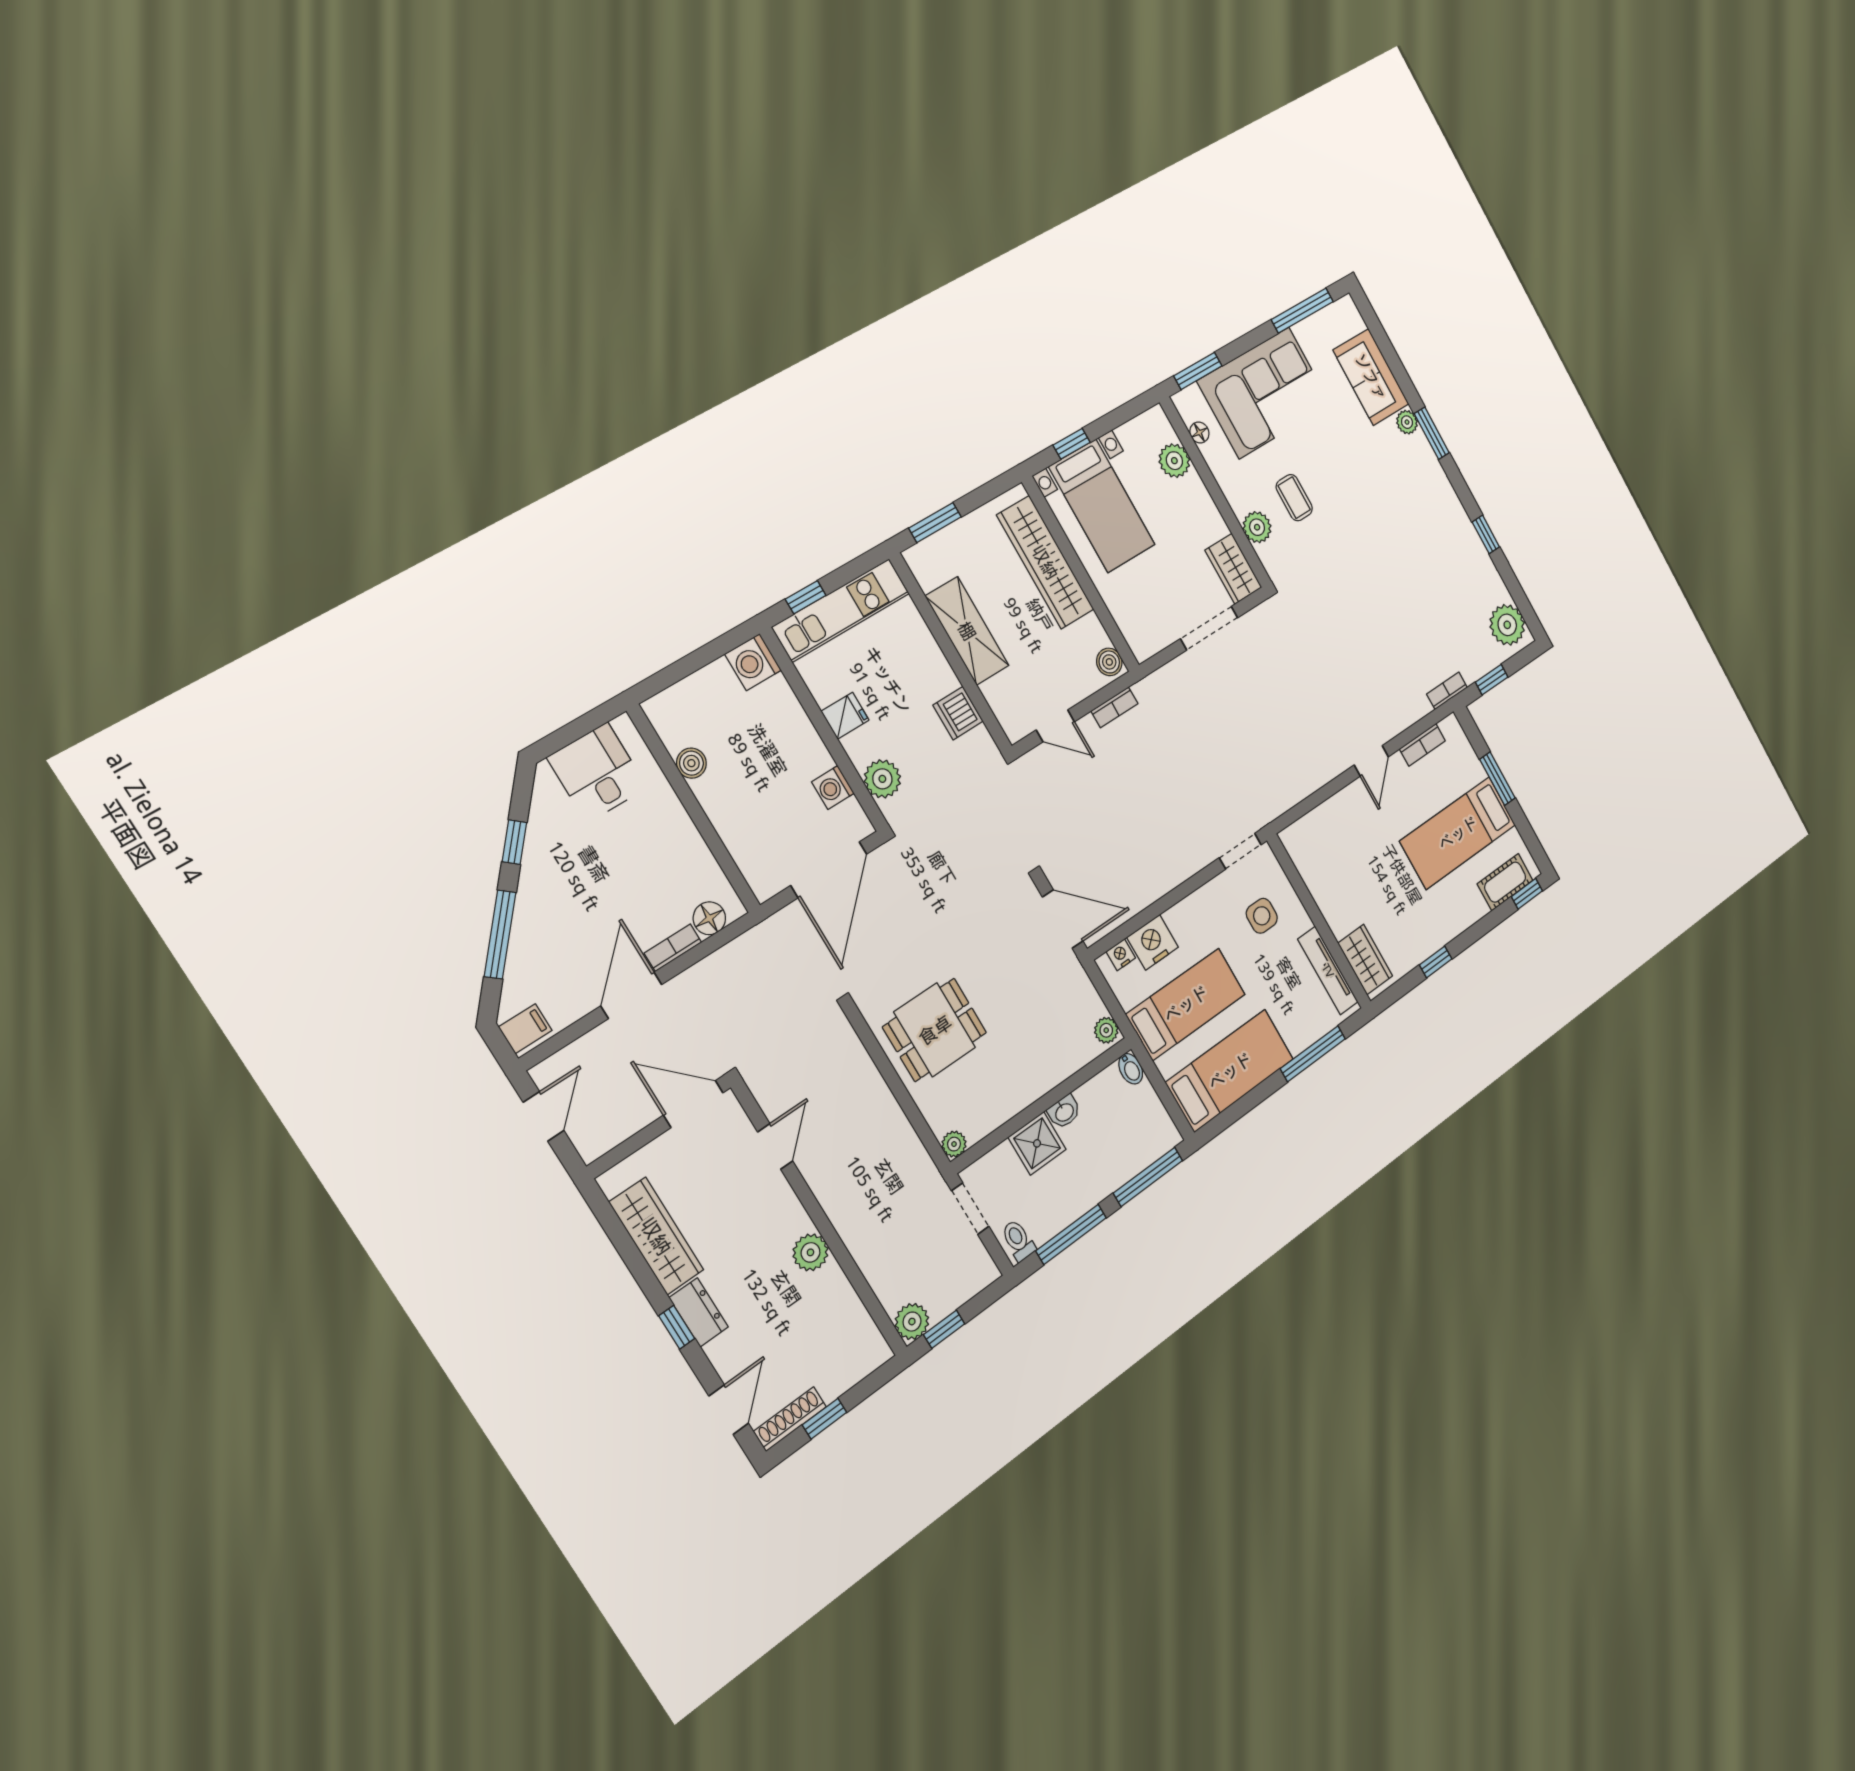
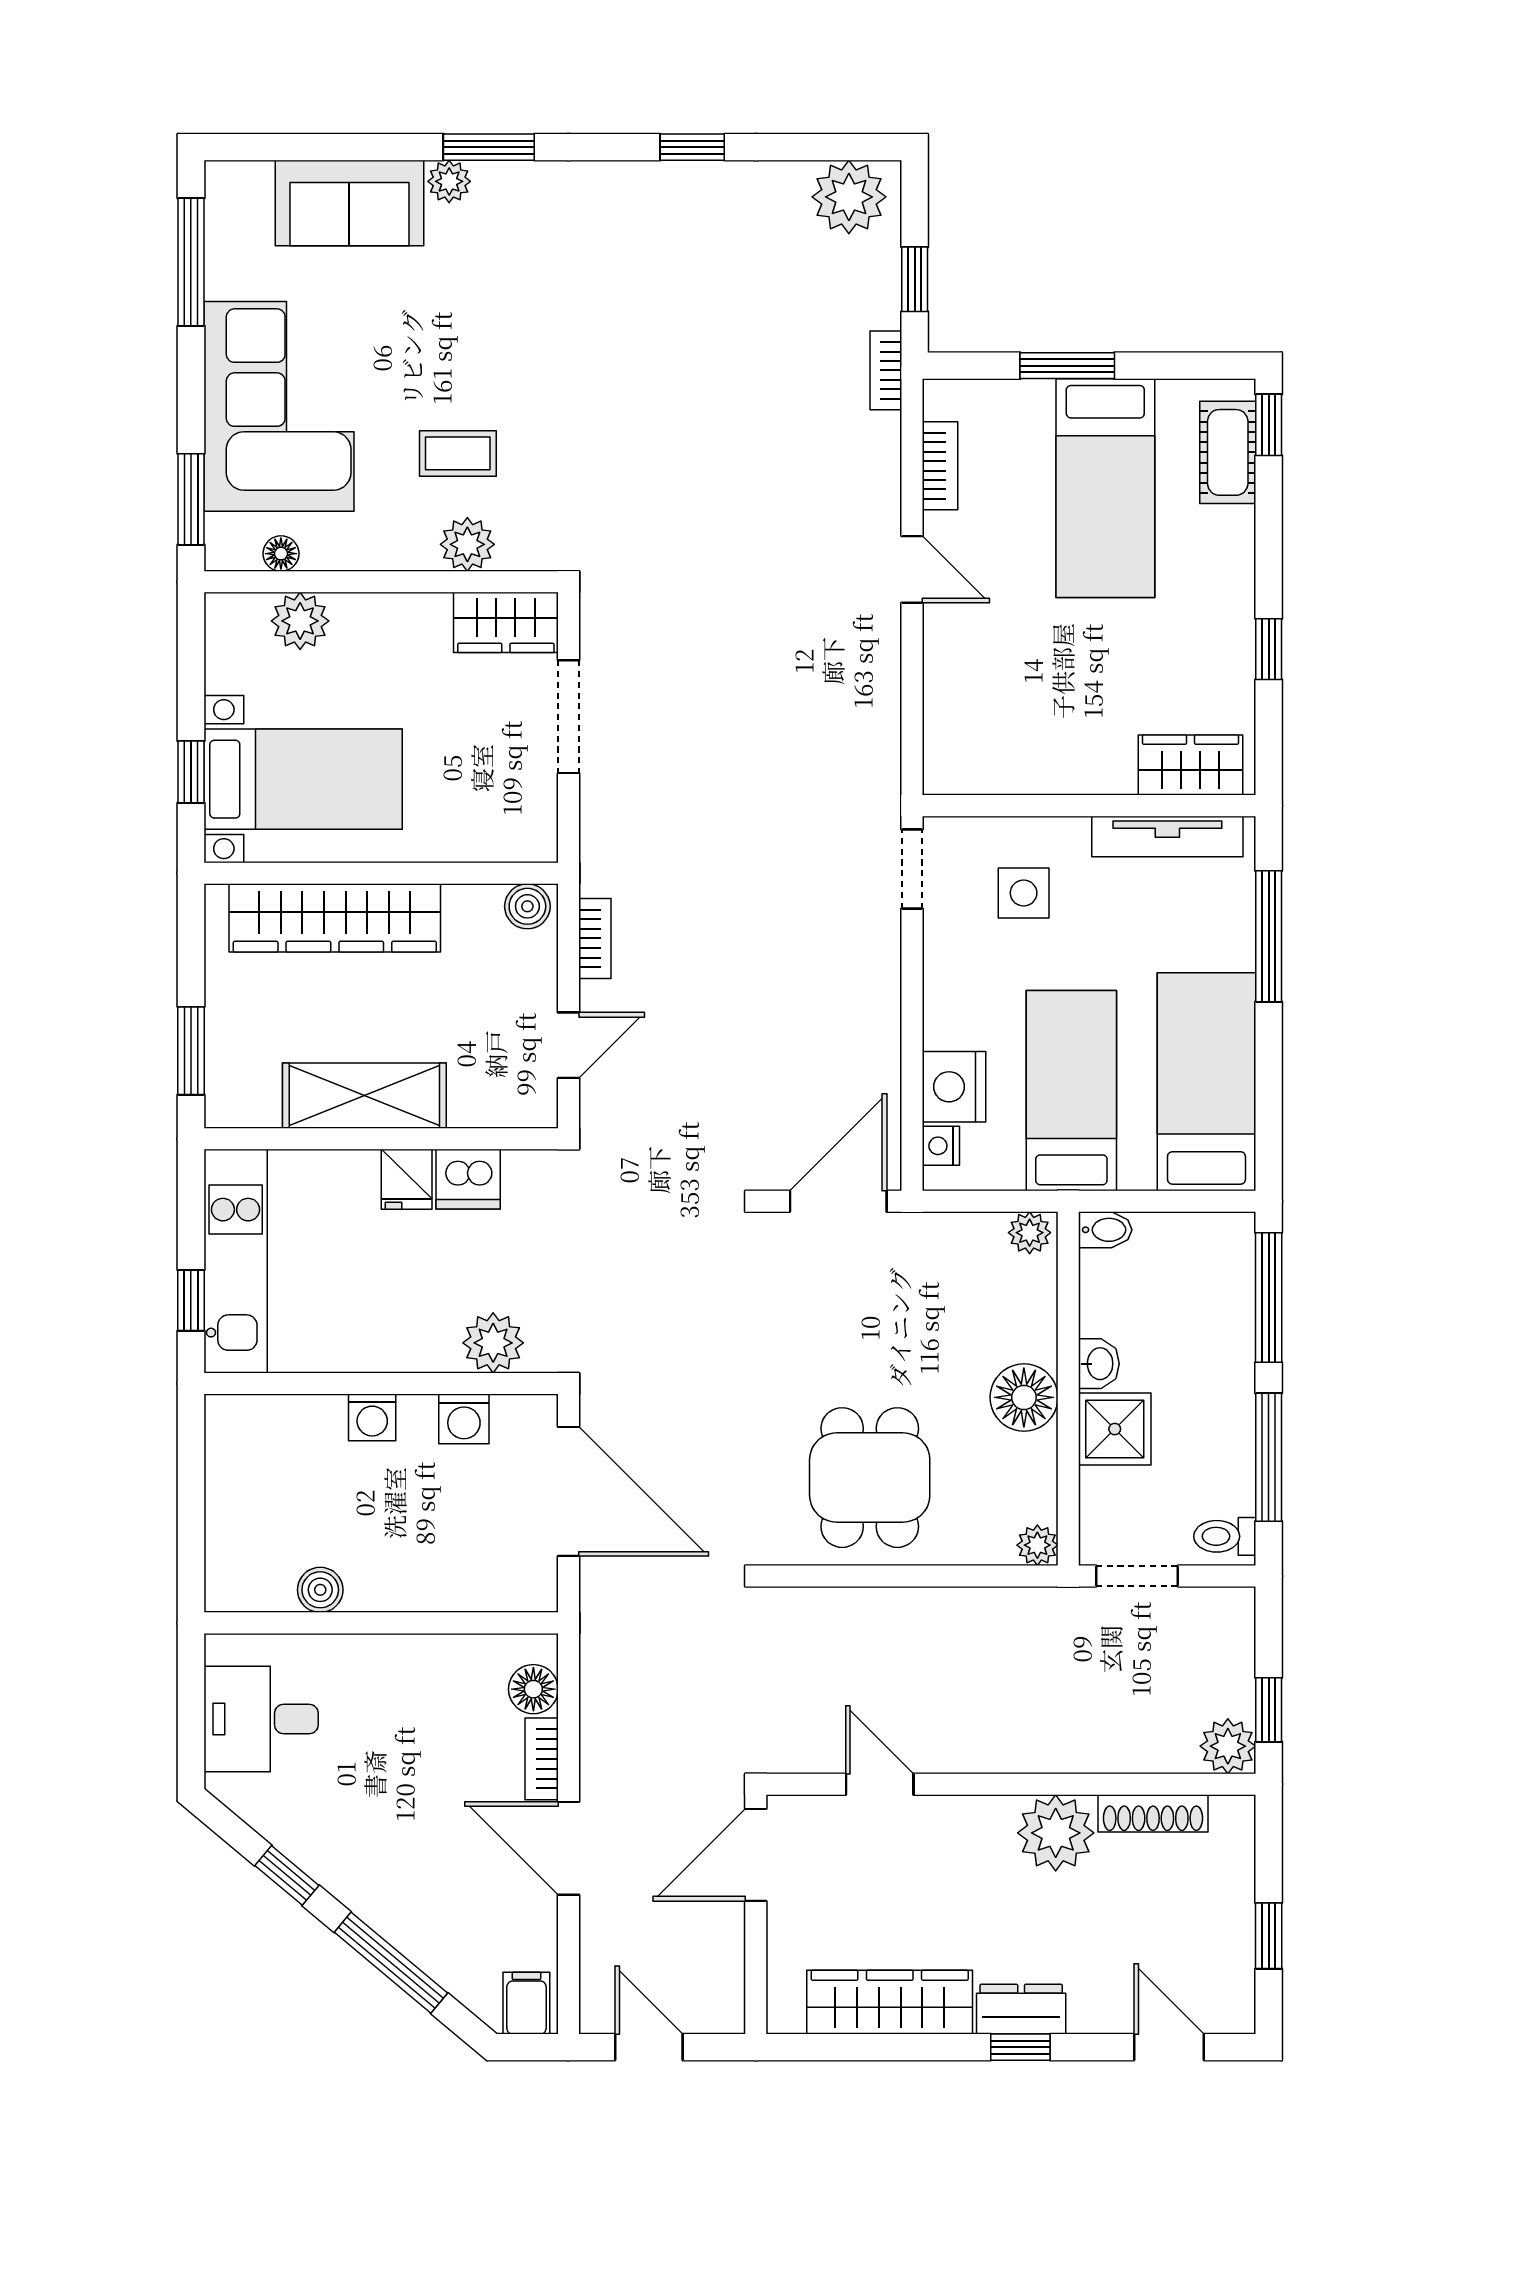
washing machine: (753, 662) -> (372, 1417), moved, width x0.73, depth x0.73
fridge: (845, 716) -> (407, 1179), moved, turned 180
floor lamp: (1024, 1084) -> (1024, 1397), added
plant: (810, 1252) -> (1056, 1833), width x1.36, depth x1.36
shoe rack: (790, 1419) -> (1153, 1813), moved, turned -90

